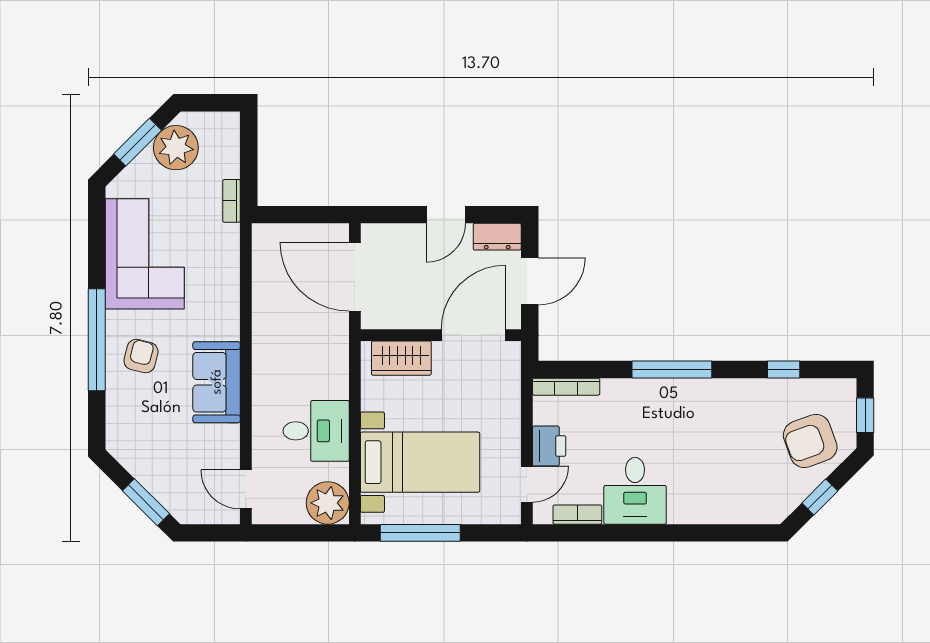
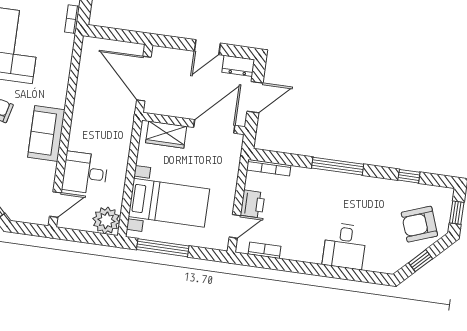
desk: (316, 431) -> (85, 173), moved, turned 180
door: (246, 489) -> (55, 204), swing flipped
desk: (635, 491) -> (345, 246), moved

